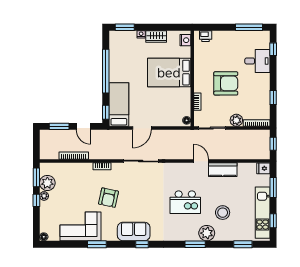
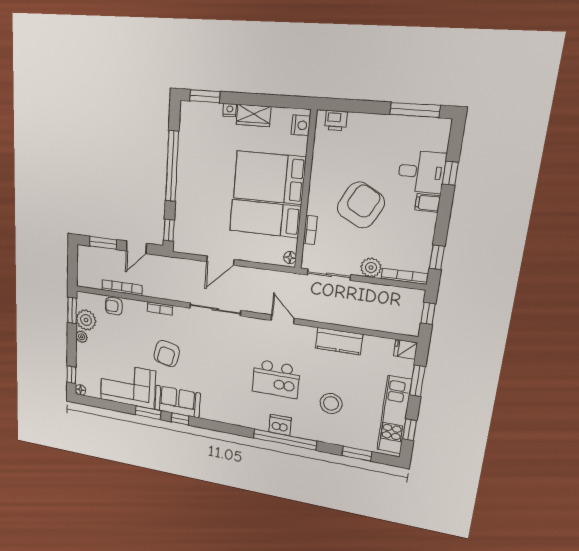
window: (273, 49) -> (450, 173), moved
filing cabinet: (263, 78) -> (428, 203), added
armchair: (226, 83) -> (361, 205), turned -62
window: (273, 97) -> (437, 257), moved
bed: (119, 104) -> (265, 218), moved, turned -90
door: (83, 126) -> (136, 247), hinge flipped
door: (201, 161) -> (283, 319), moved
armchair: (68, 170) -> (114, 306), added
window: (36, 200) -> (71, 375), moved
sofa: (134, 232) -> (177, 402), moved
plant: (207, 233) -> (303, 428), removed
dishwasher: (191, 234) -> (280, 425), added
window: (142, 244) -> (180, 419), moved
window: (195, 244) -> (285, 439), width x2.11

